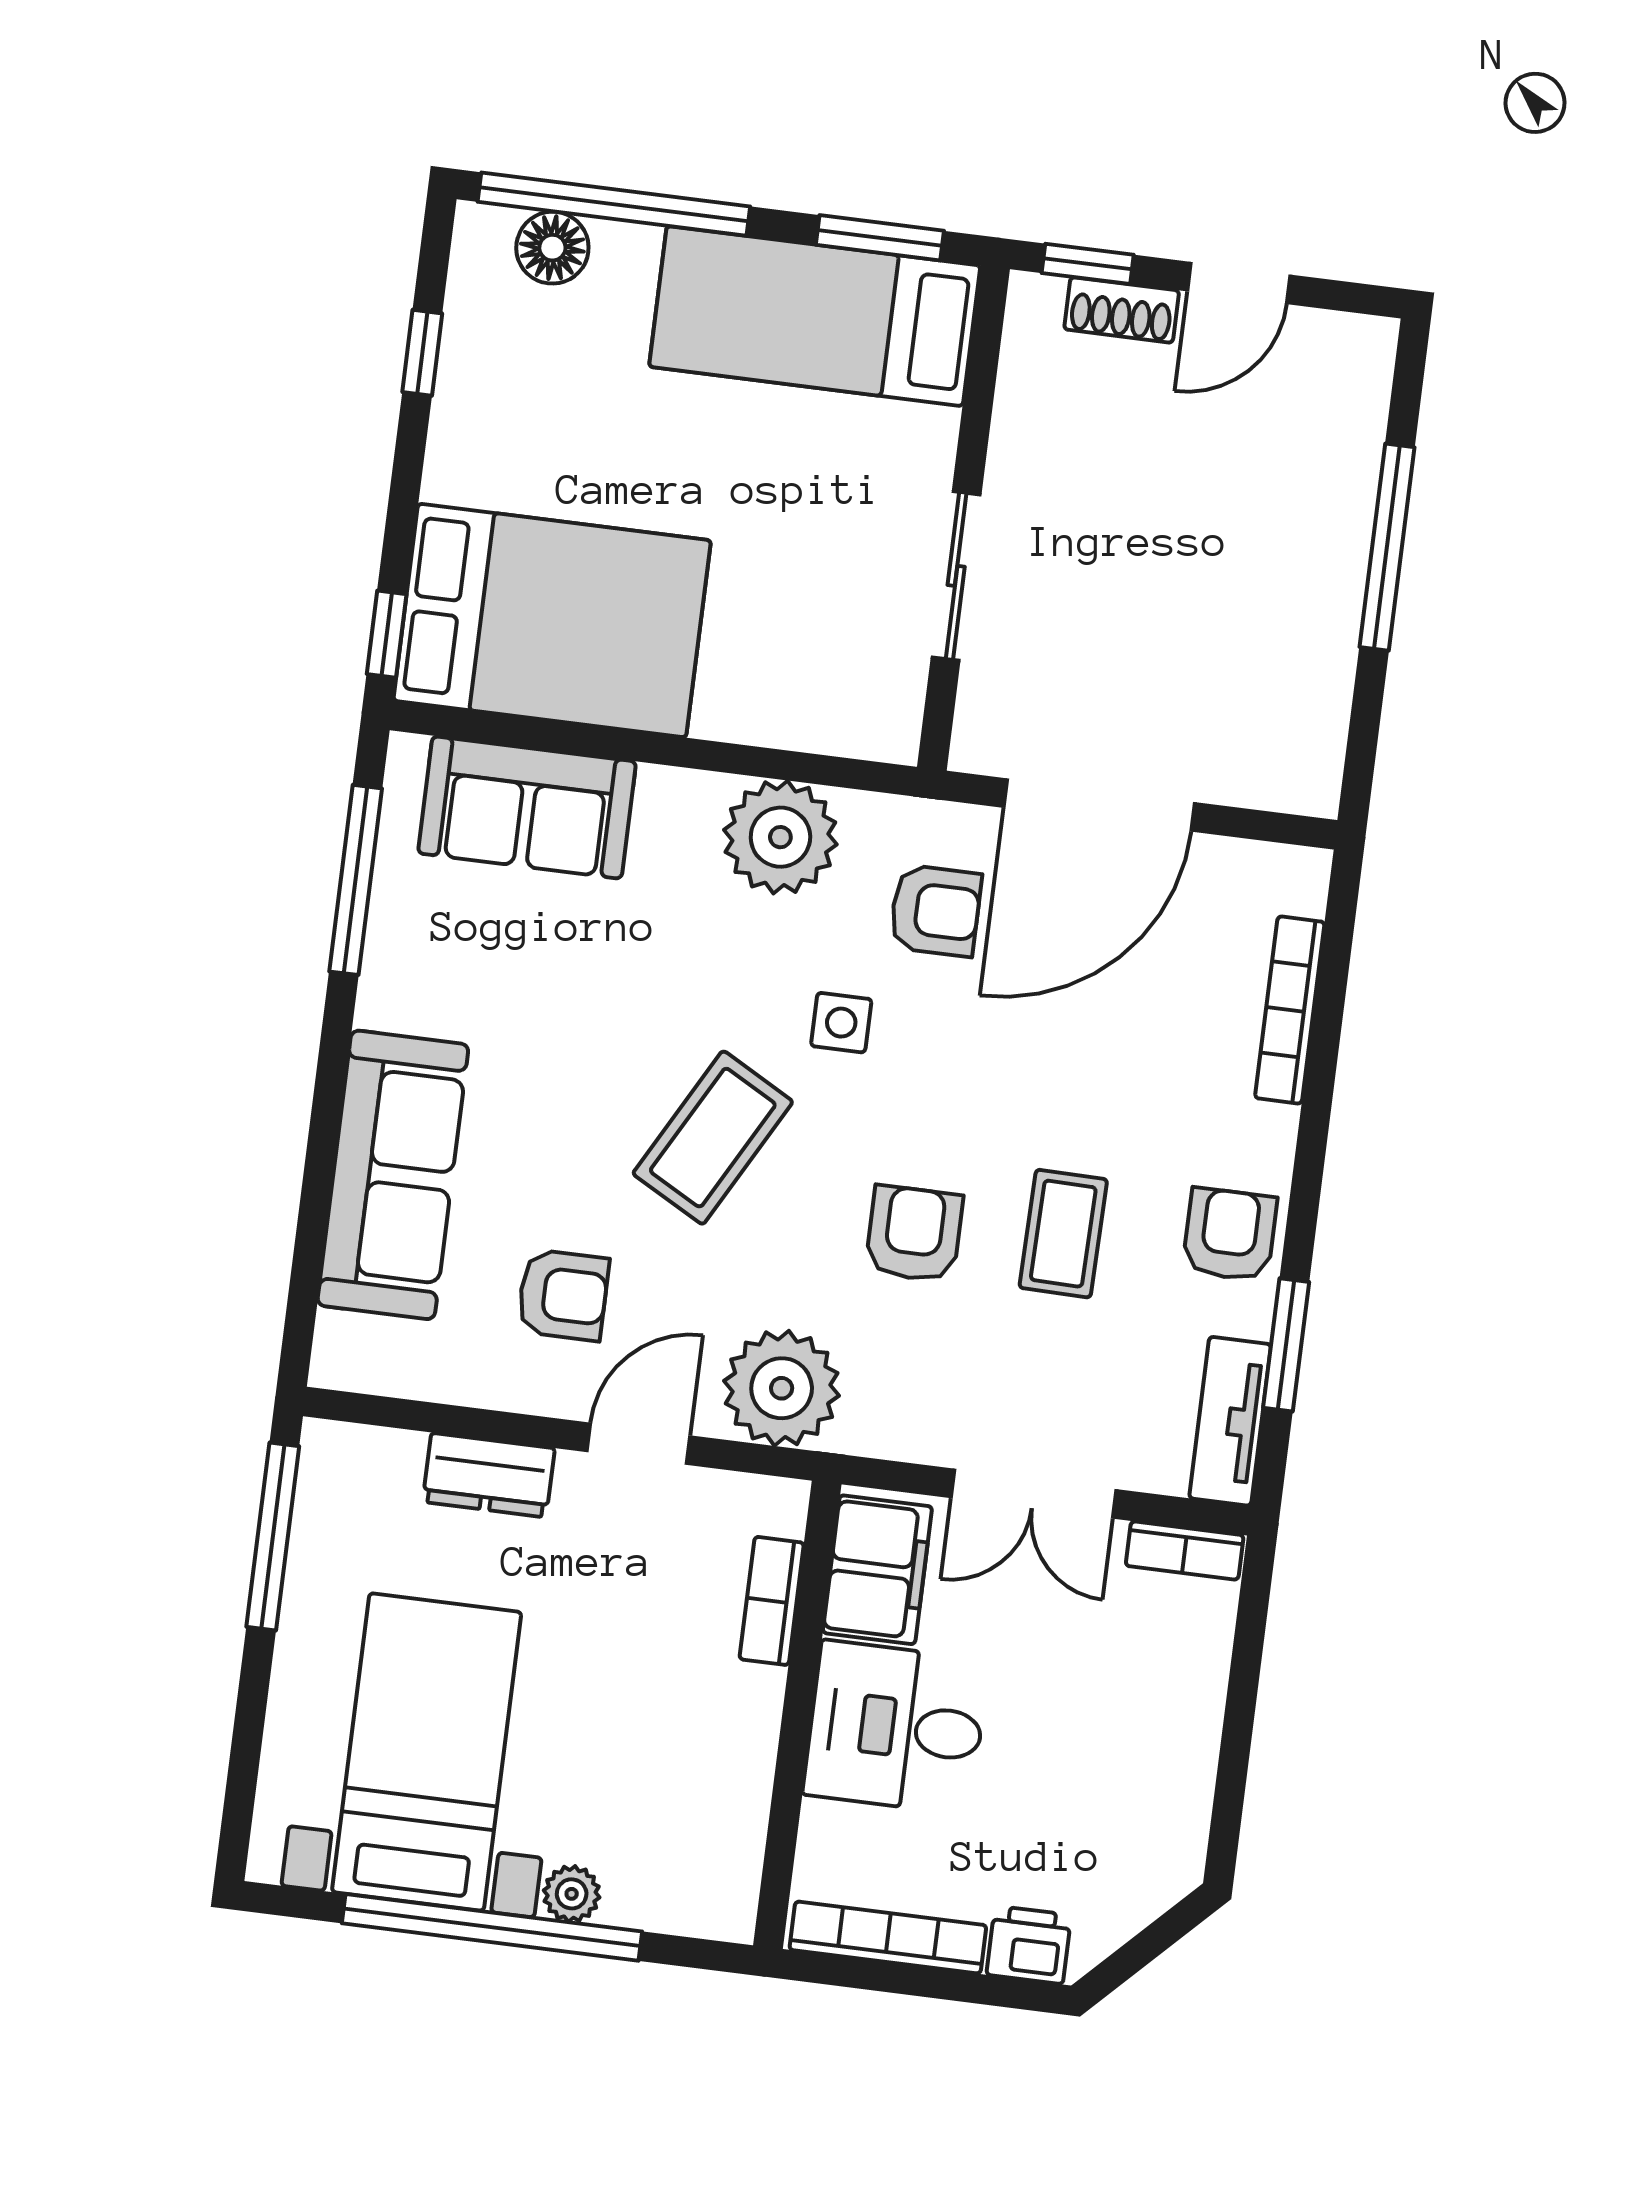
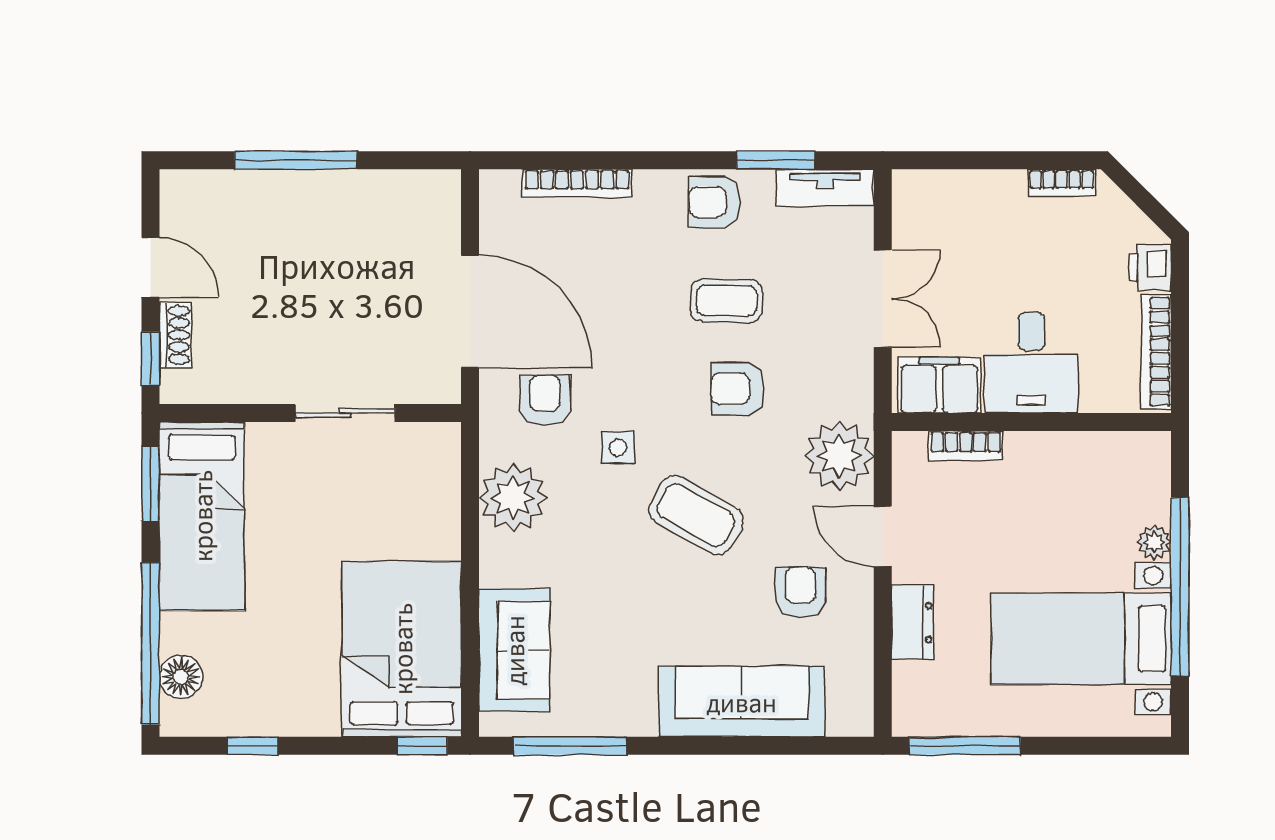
bookcase: (1185, 1551) -> (1062, 183), moved, turned 90

